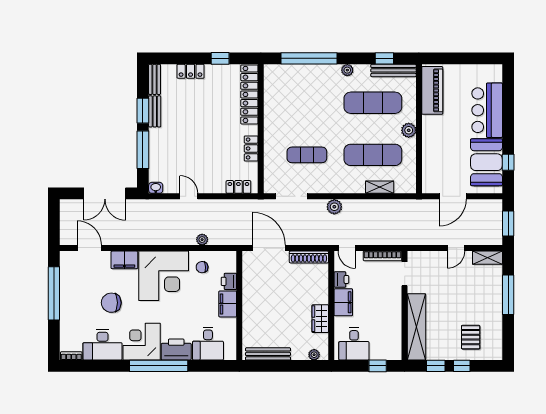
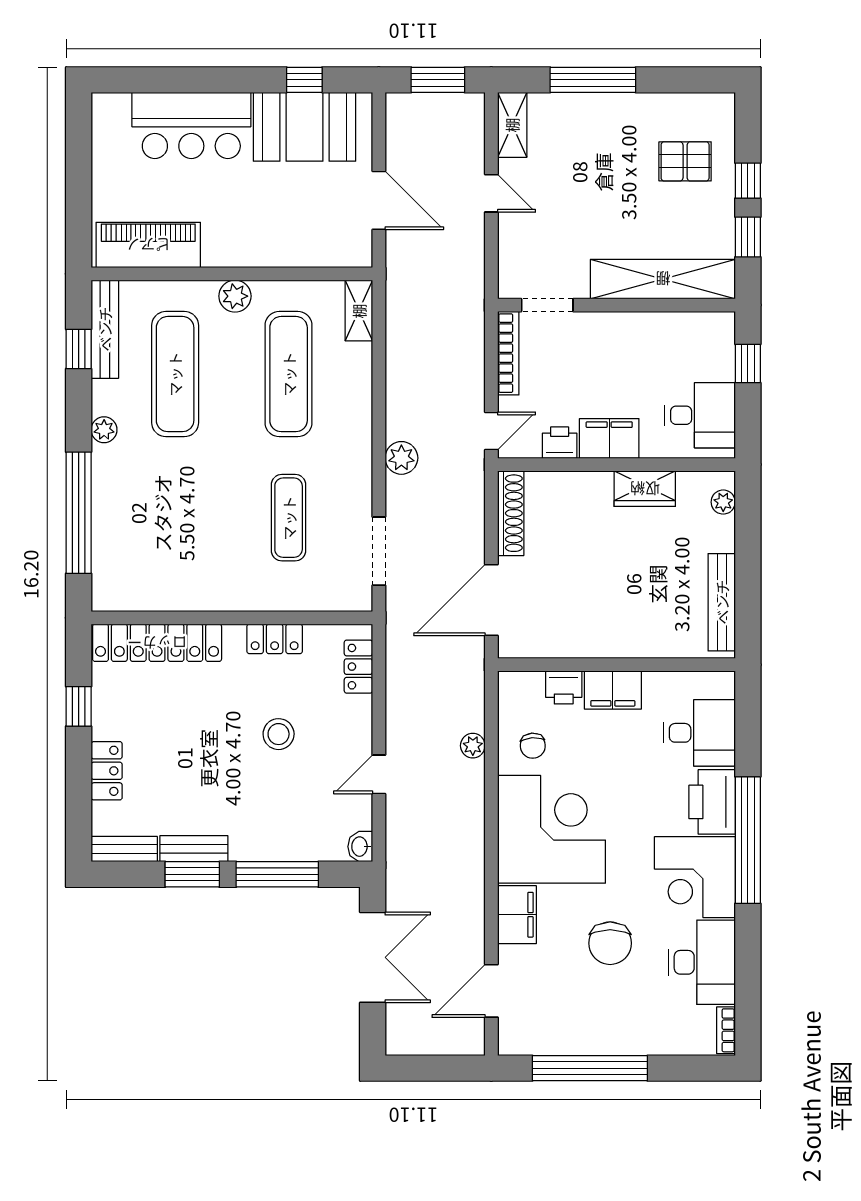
stool: (207, 150) -> (279, 734), added
shelving: (380, 187) -> (359, 311), moved

